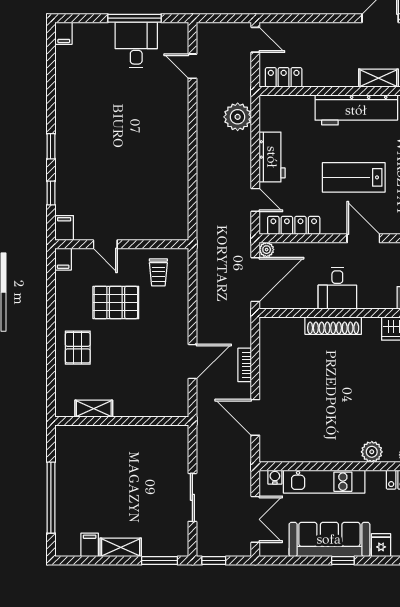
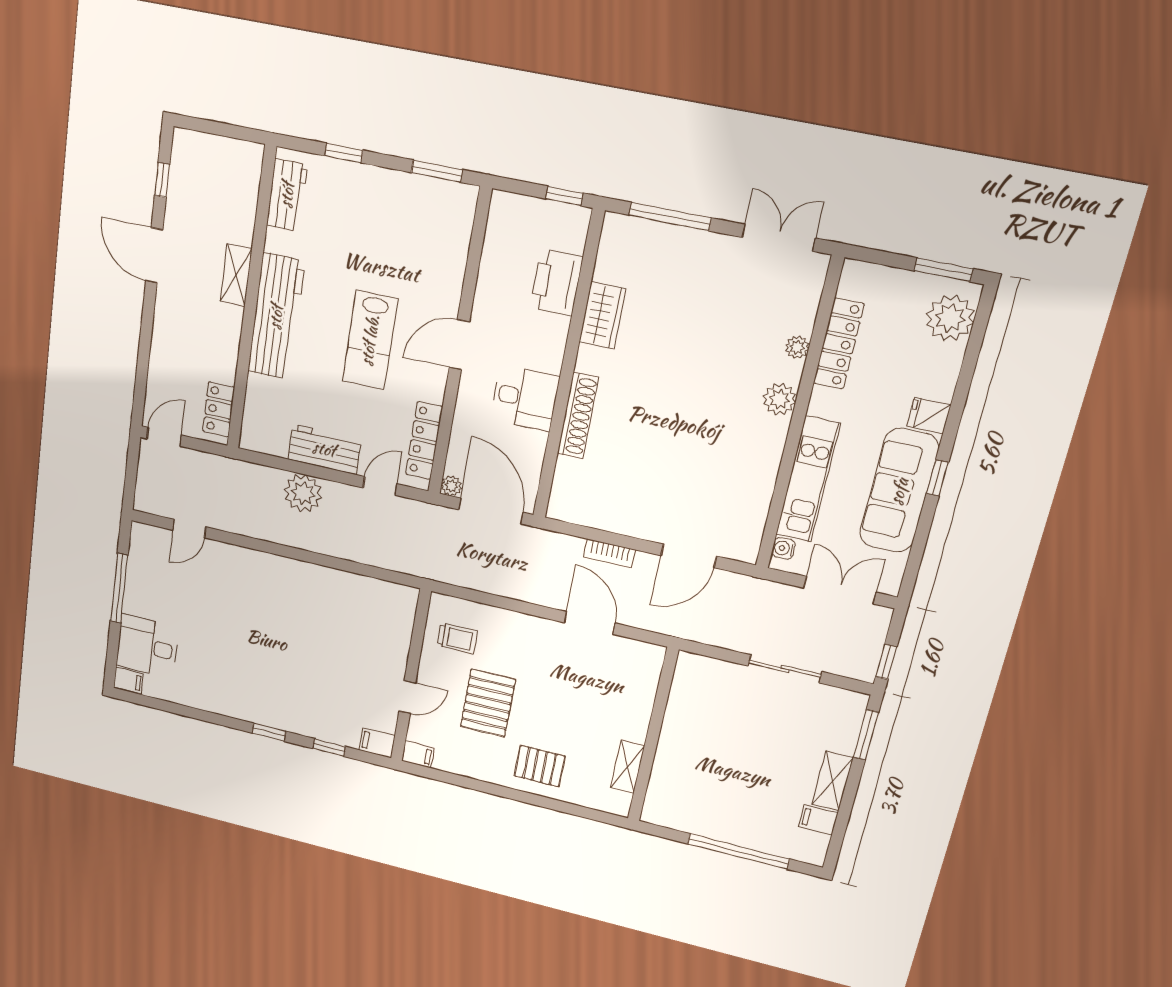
desk: (136, 45) -> (147, 646), moved
plant: (238, 117) -> (303, 493), moved

